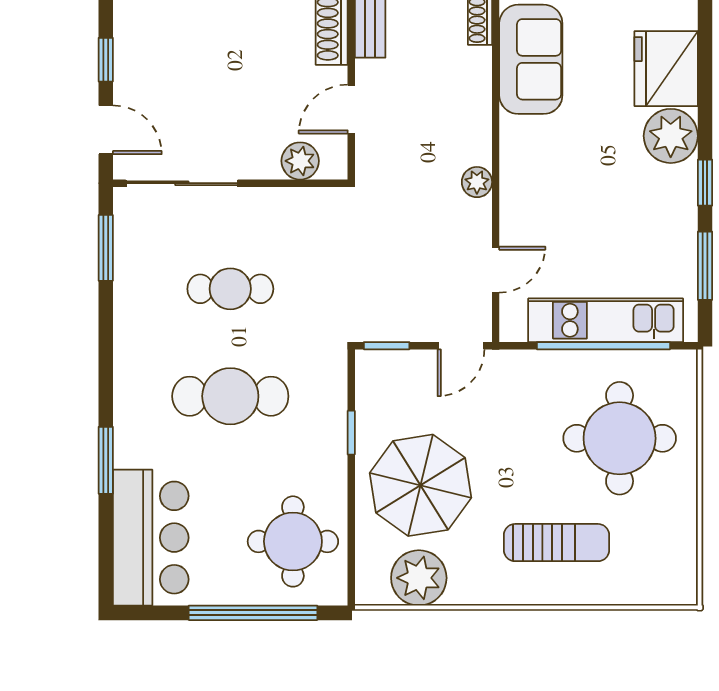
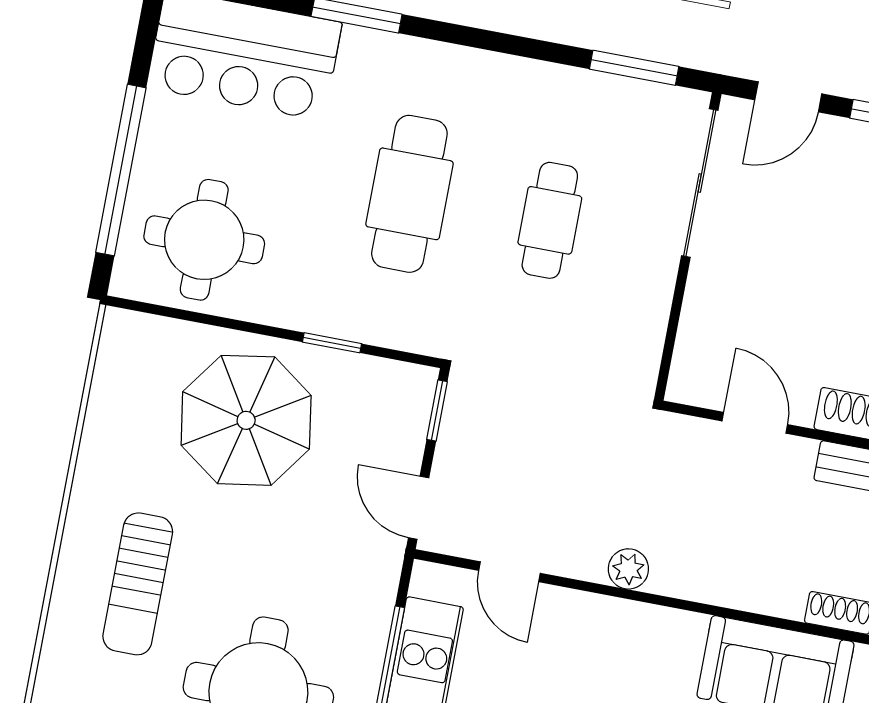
plant: (300, 161) -> (700, 343), removed
plant: (419, 578) -> (126, 395), removed

